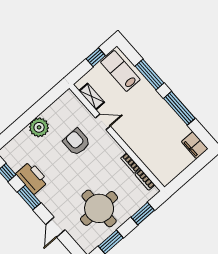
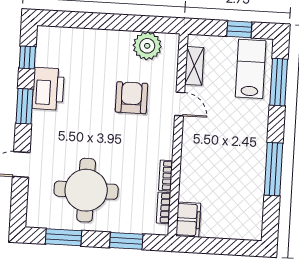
window: (149, 74) -> (279, 82), moved
plant: (39, 127) -> (147, 46), moved
filing cabinet: (195, 145) -> (188, 220), moved, turned 180

